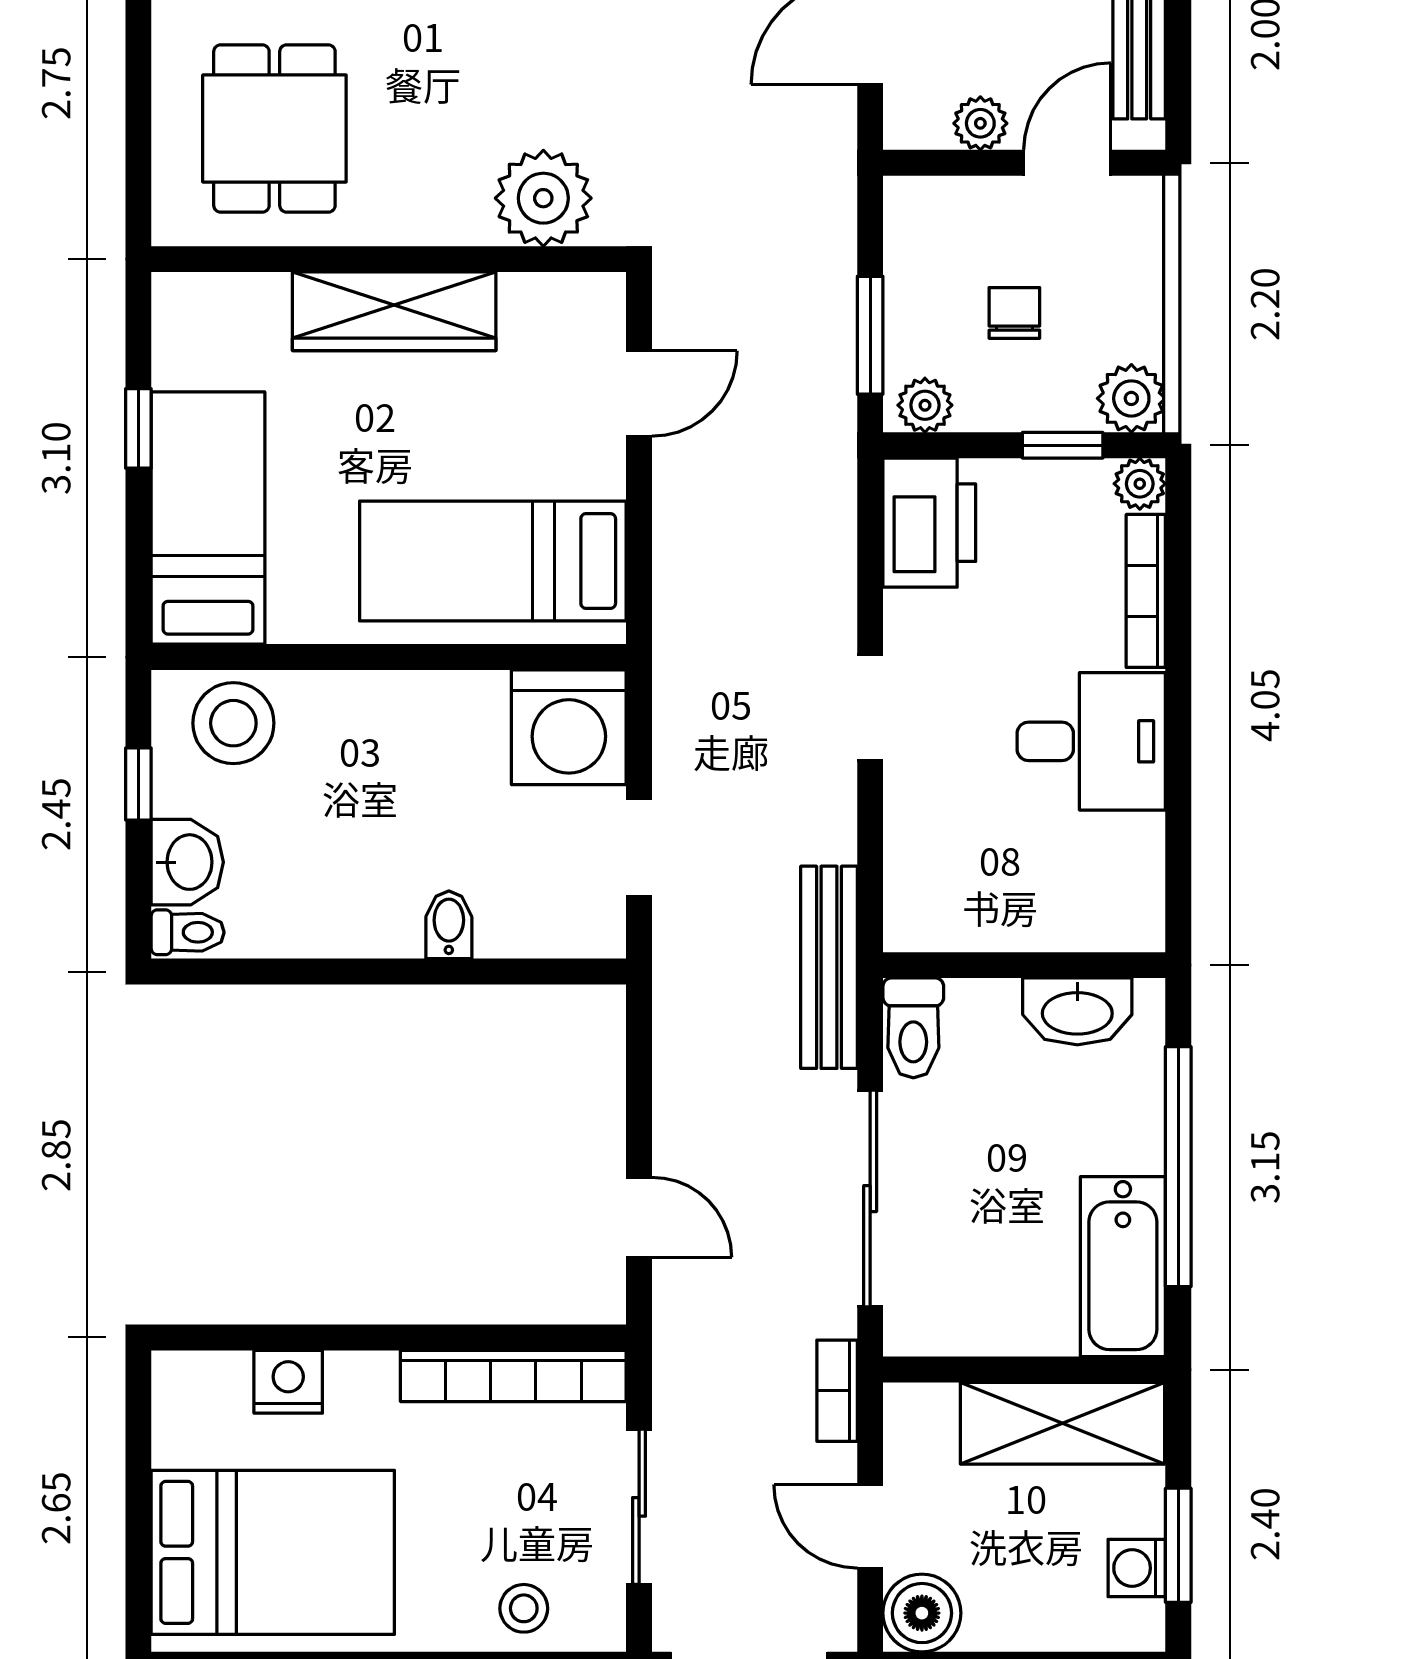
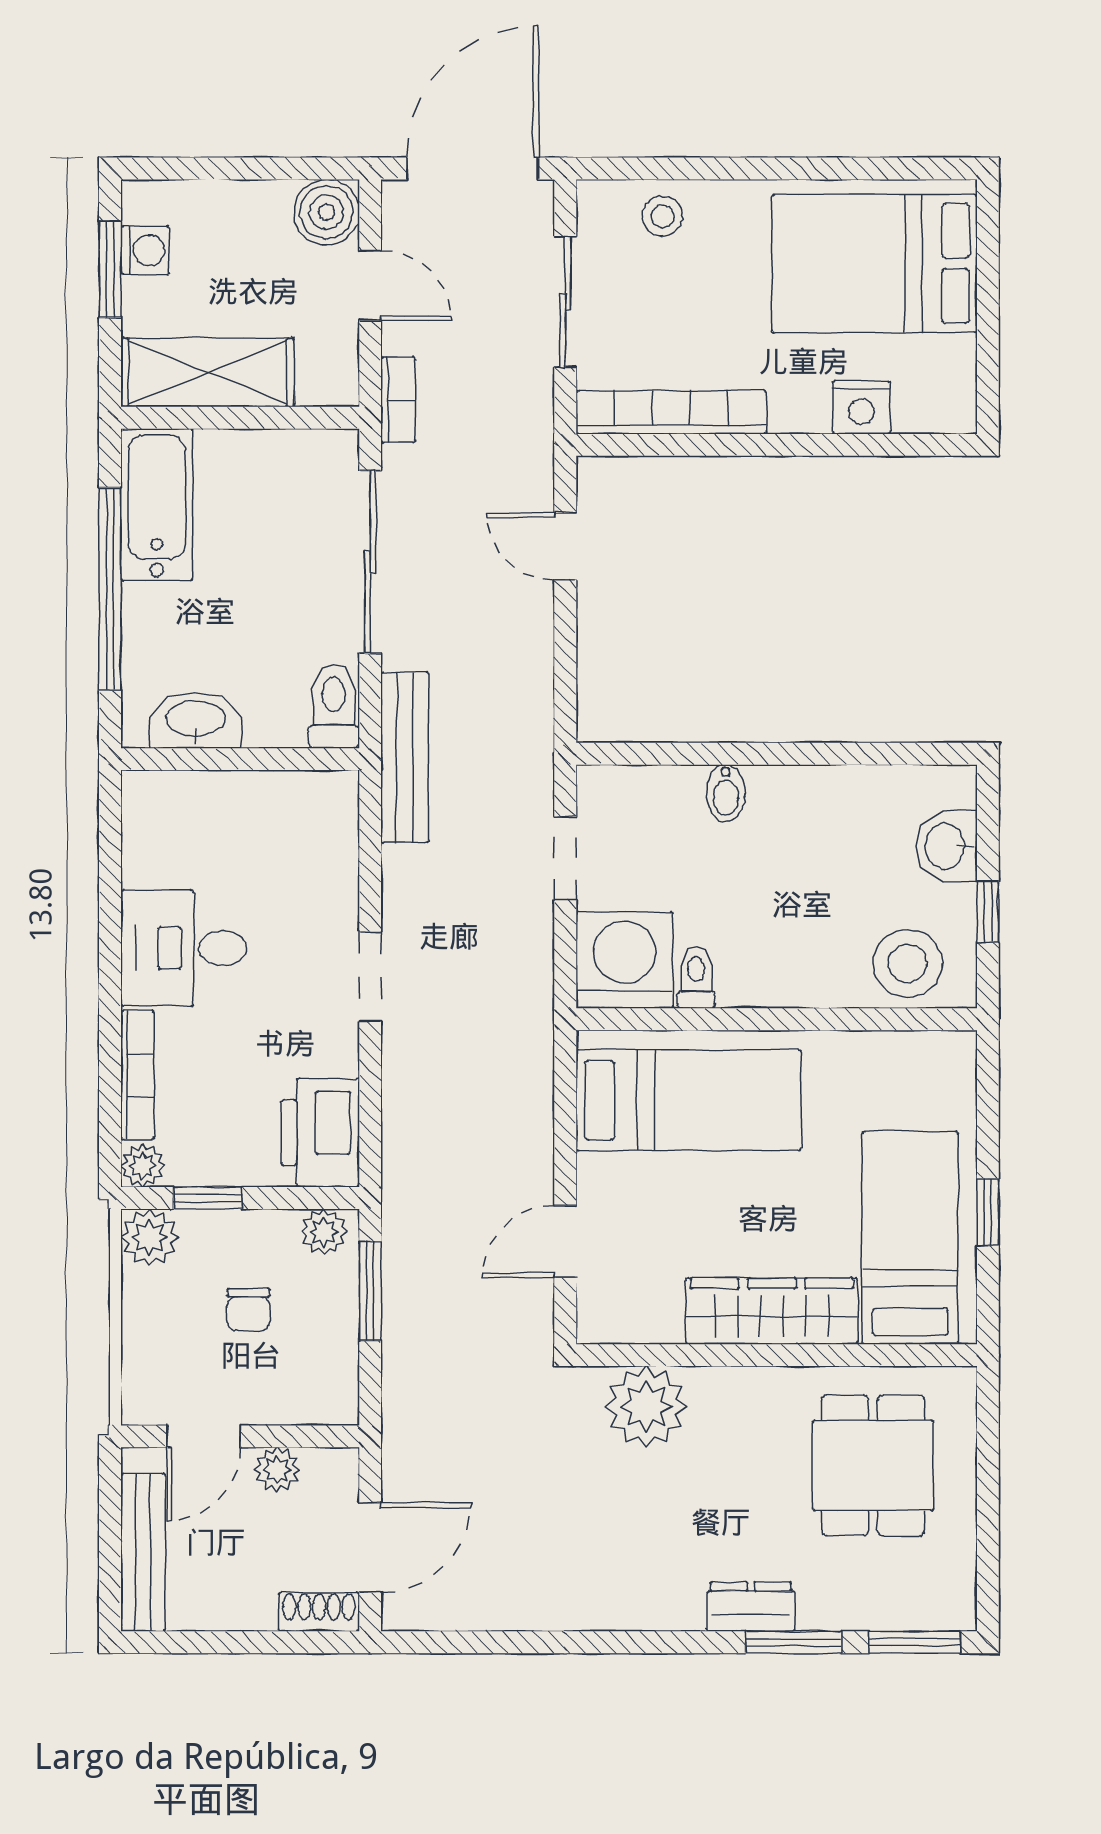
bed: (208, 518) -> (910, 1238), moved, turned 180
toilet: (188, 932) -> (696, 978), moved, turned 90

